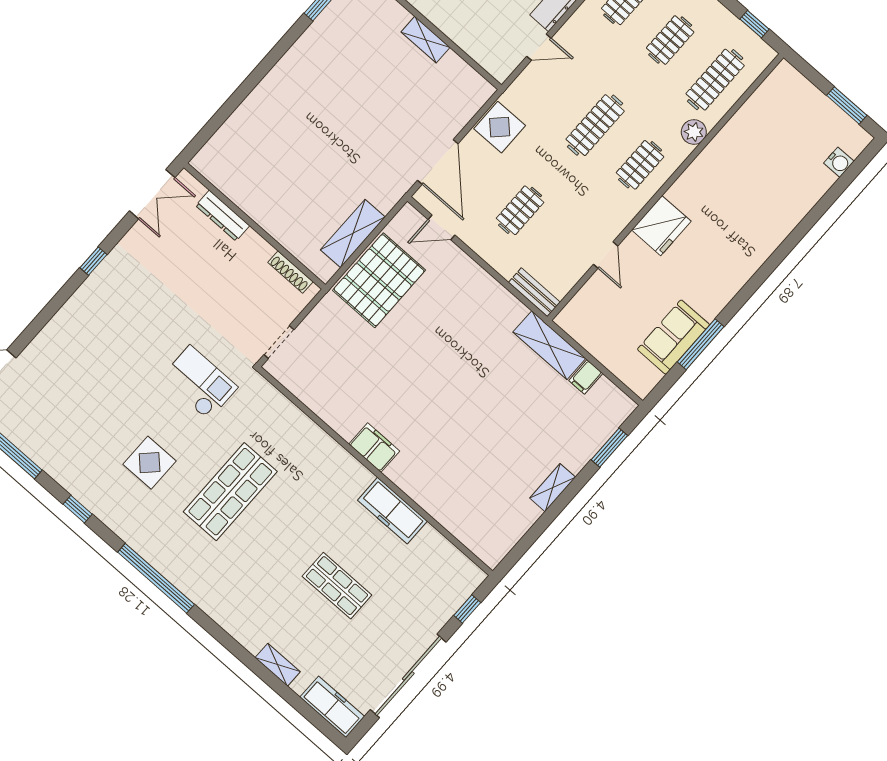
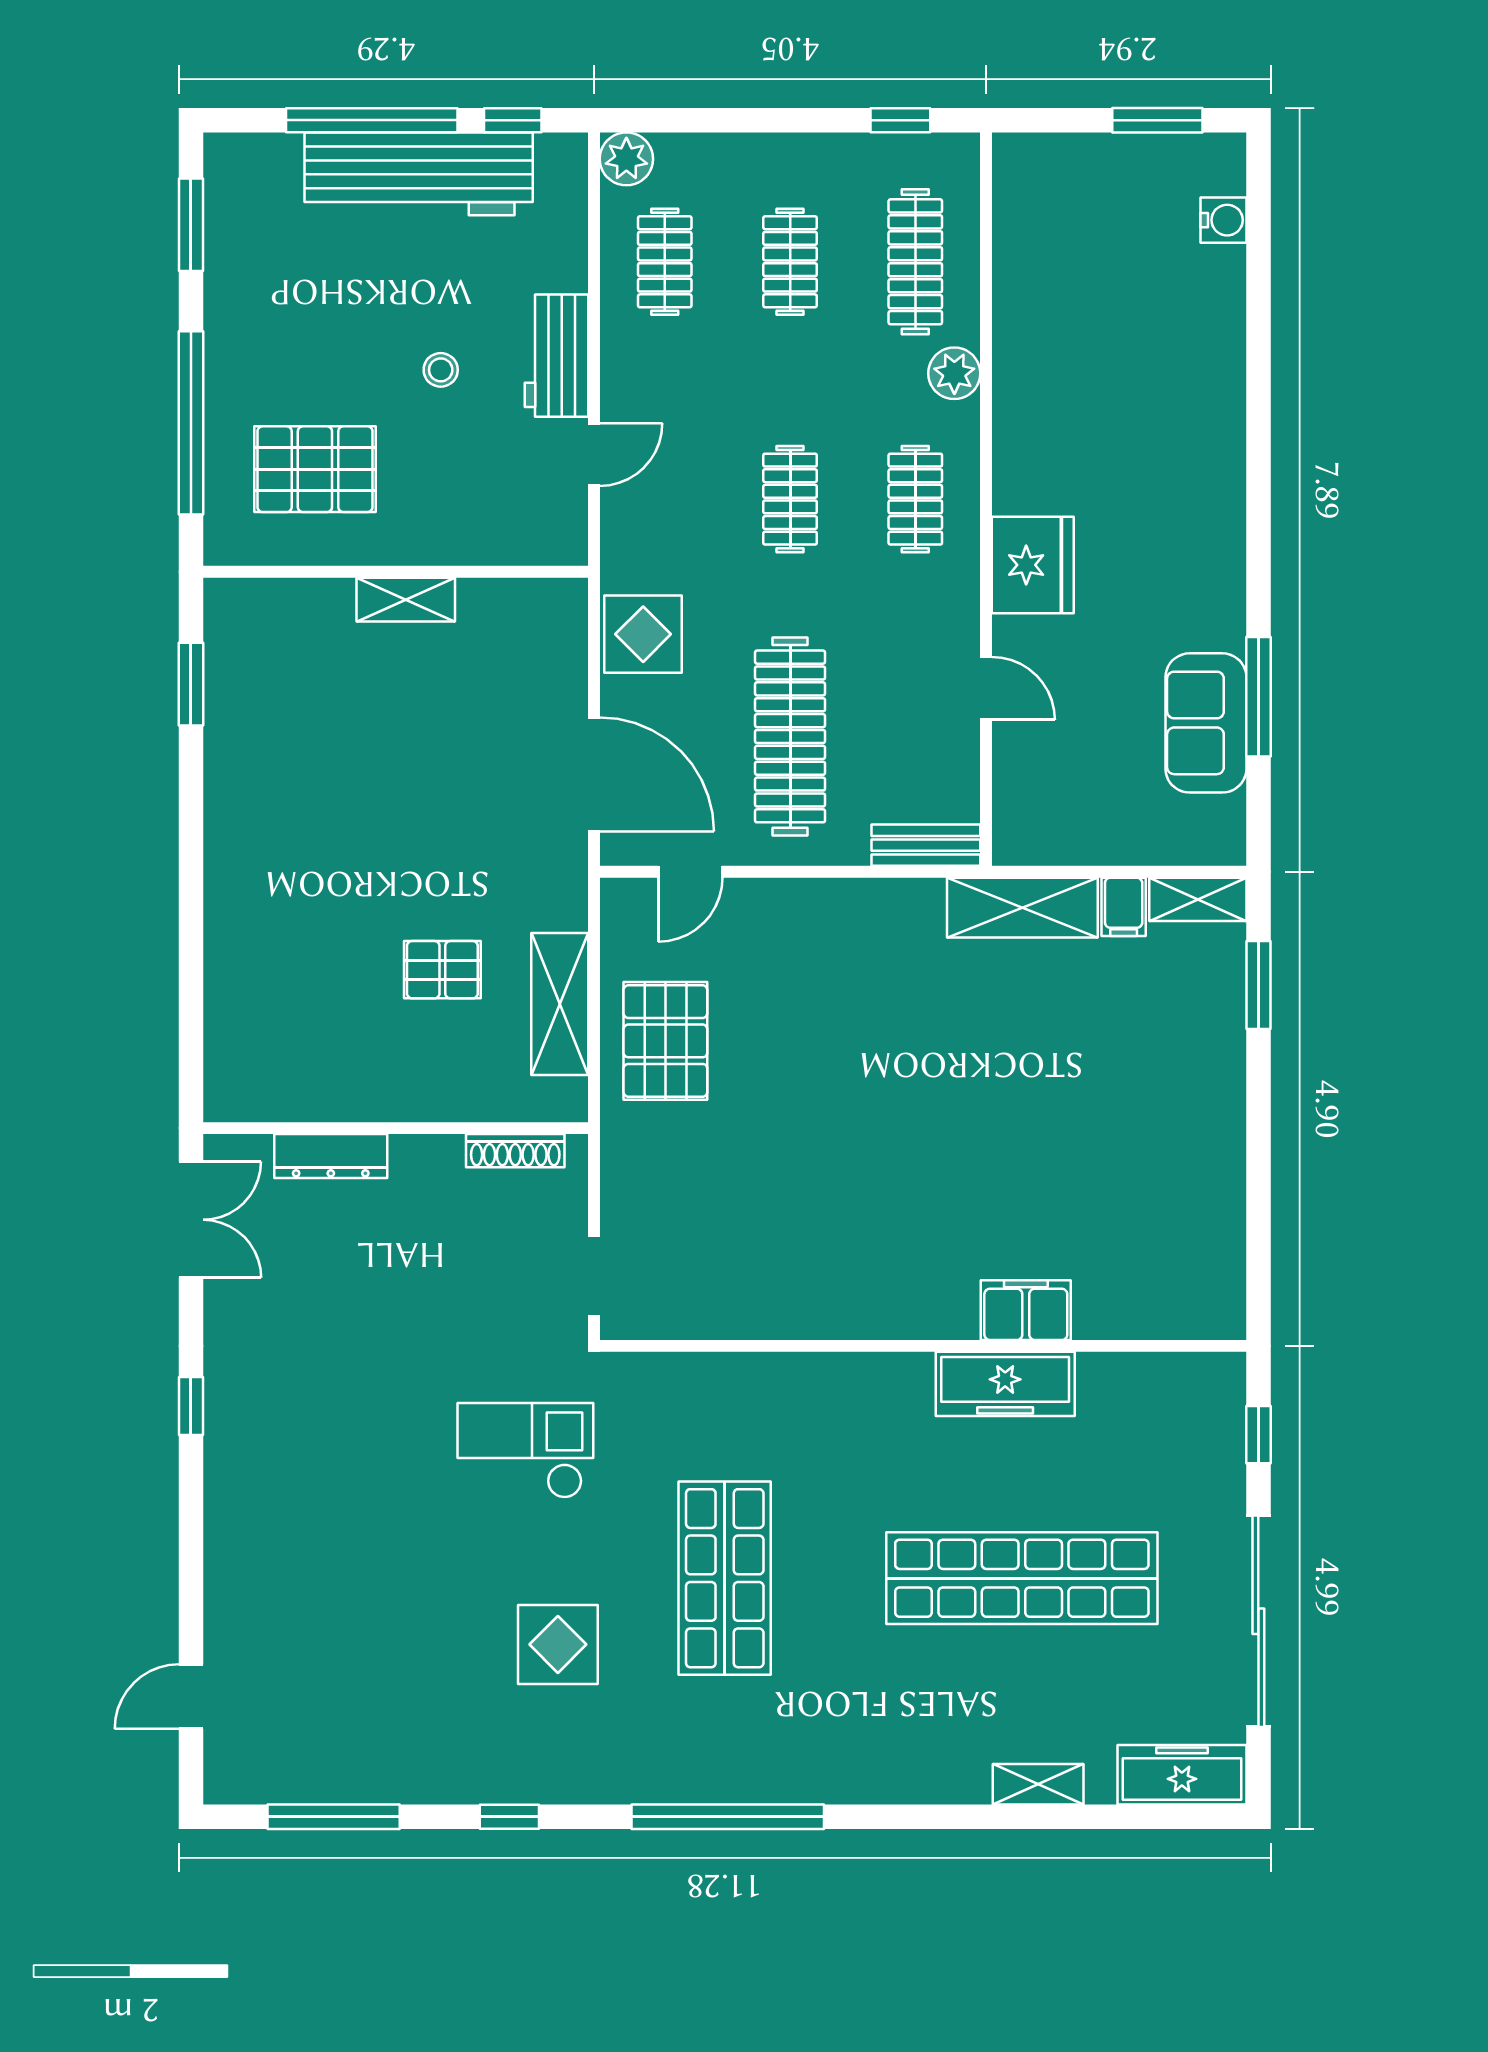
clothes rail: (595, 125) -> (790, 499), width x0.73
pallet: (322, 184) -> (442, 970), added
clothes rail: (520, 210) -> (790, 736), width x1.86, depth x1.31
pallet: (379, 280) -> (665, 1041), width x0.73, depth x0.71
filing cabinet: (374, 448) -> (1026, 1310), moved
shelving: (553, 488) -> (1198, 899), moved, turned 90
shop shelf: (337, 586) -> (1022, 1578), width x2.00, depth x1.36

